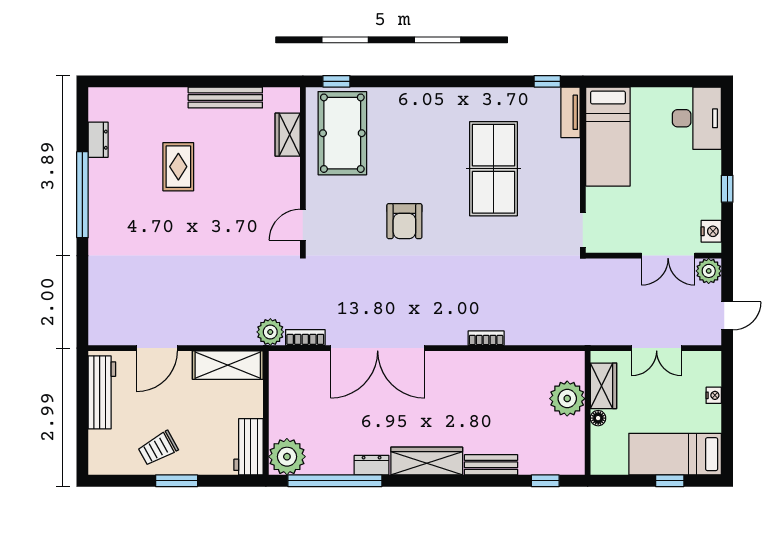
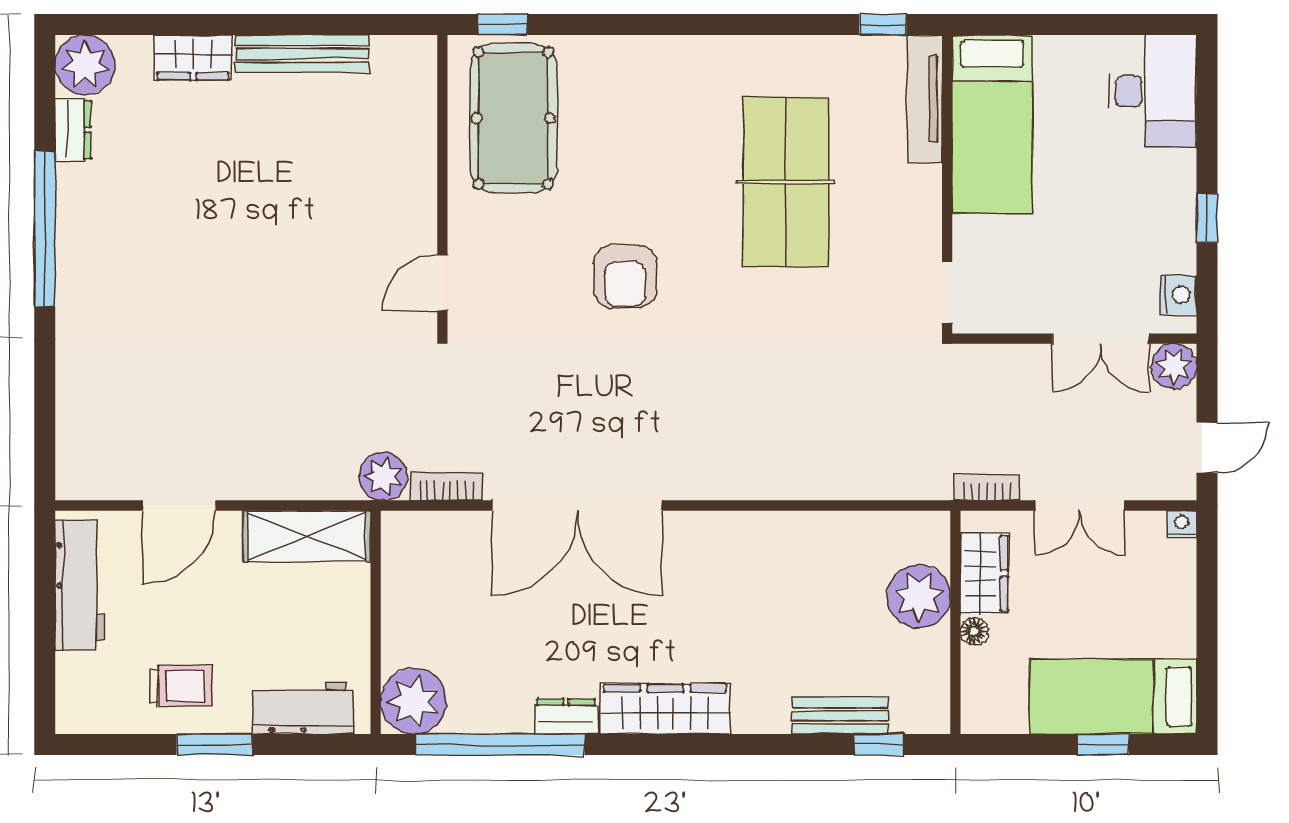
plant: (105, 104) -> (85, 65), added
tv unit: (571, 112) -> (925, 99), width x1.41
wardrobe: (288, 135) -> (193, 57), moved, turned -90
rug: (178, 167) -> (218, 178), removed
bookcase: (486, 338) -> (987, 488), moved
nightstand: (714, 395) -> (1182, 524), moved, turned -90
workbench: (249, 447) -> (303, 708), moved, turned 90
trolley: (158, 448) -> (181, 686), turned -151
bench: (491, 465) -> (840, 716), moved

